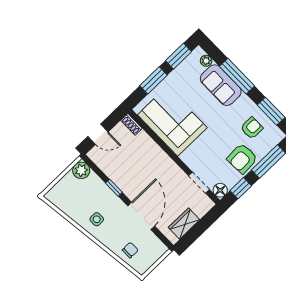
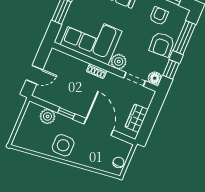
shoe rack: (131, 124) -> (97, 71), moved
plant: (190, 157) -> (119, 62), added
plant: (81, 170) -> (48, 116), moved
side table: (97, 219) -> (63, 145), width x1.87, depth x1.87
chair: (130, 250) -> (118, 162), moved

